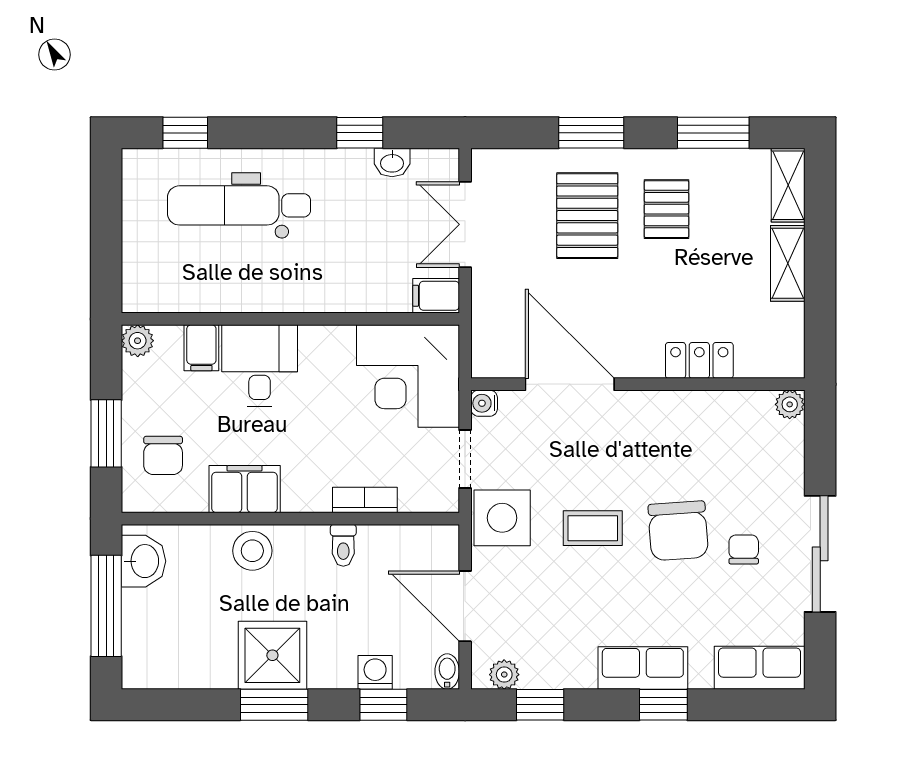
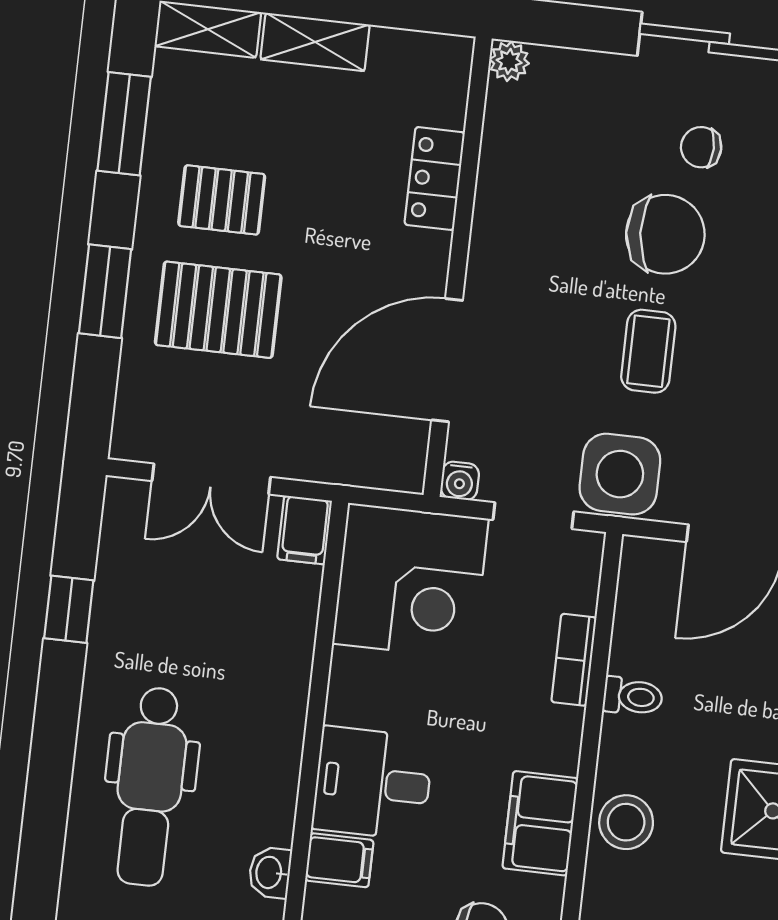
window: (185, 133) -> (42, 849), removed
washbasin: (392, 162) -> (270, 873), moved, turned 180

